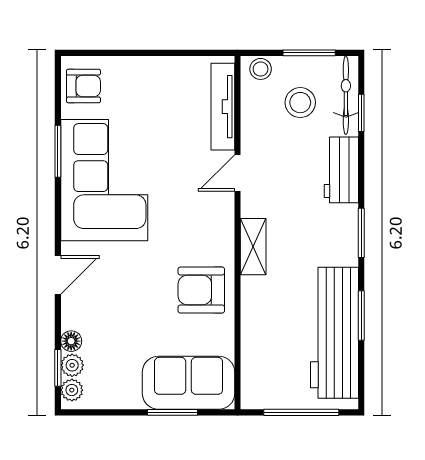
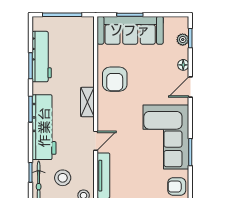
workbench: (341, 170) -> (44, 127), width x1.88, depth x1.32
armchair: (201, 290) -> (115, 79), turned 90
workbench: (334, 333) -> (42, 57), width x0.73, depth x0.76
floor lamp: (71, 341) -> (183, 65), moved
sofa: (189, 383) -> (130, 30), width x1.36
plant: (72, 390) -> (183, 26), removed

